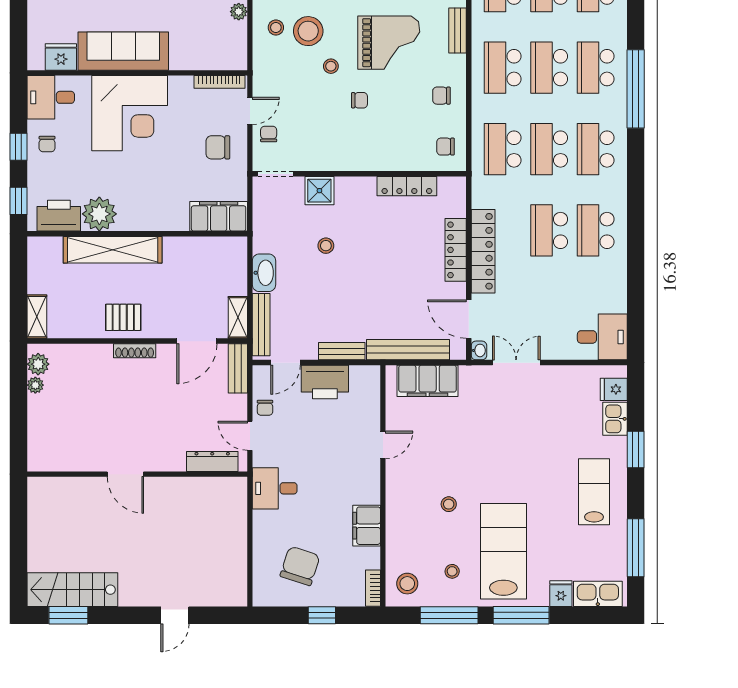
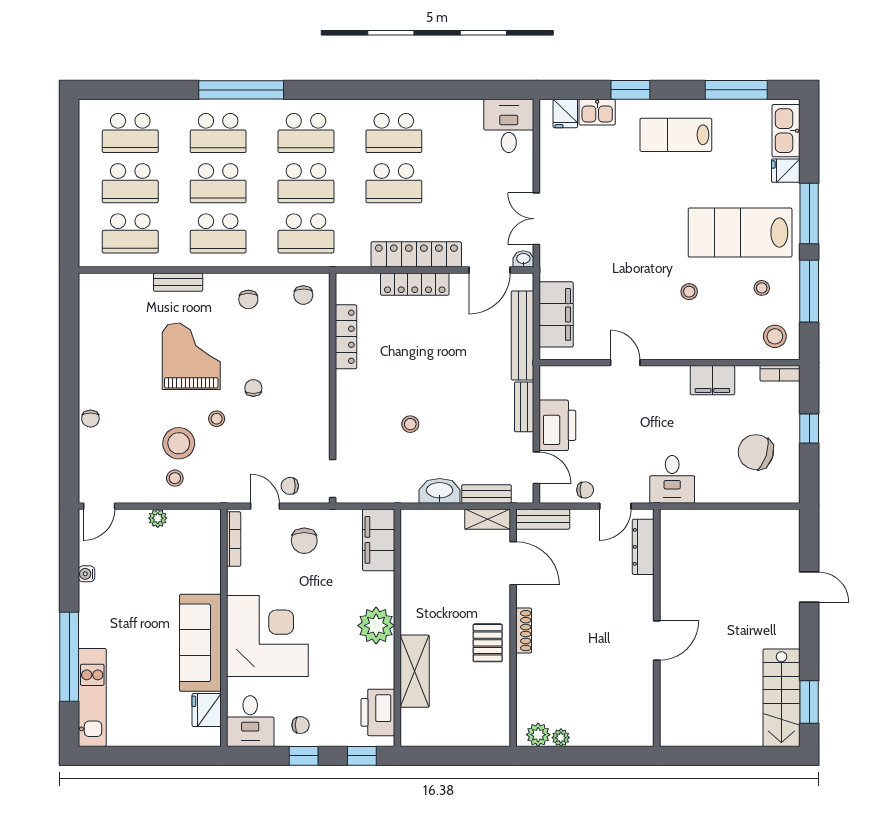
shower: (319, 191) -> (351, 431), removed
plant: (99, 214) -> (376, 626), moved
shelving: (113, 250) -> (415, 671), width x0.68
shelving: (37, 317) -> (487, 736), removed
bench: (261, 325) -> (487, 494), width x0.73

